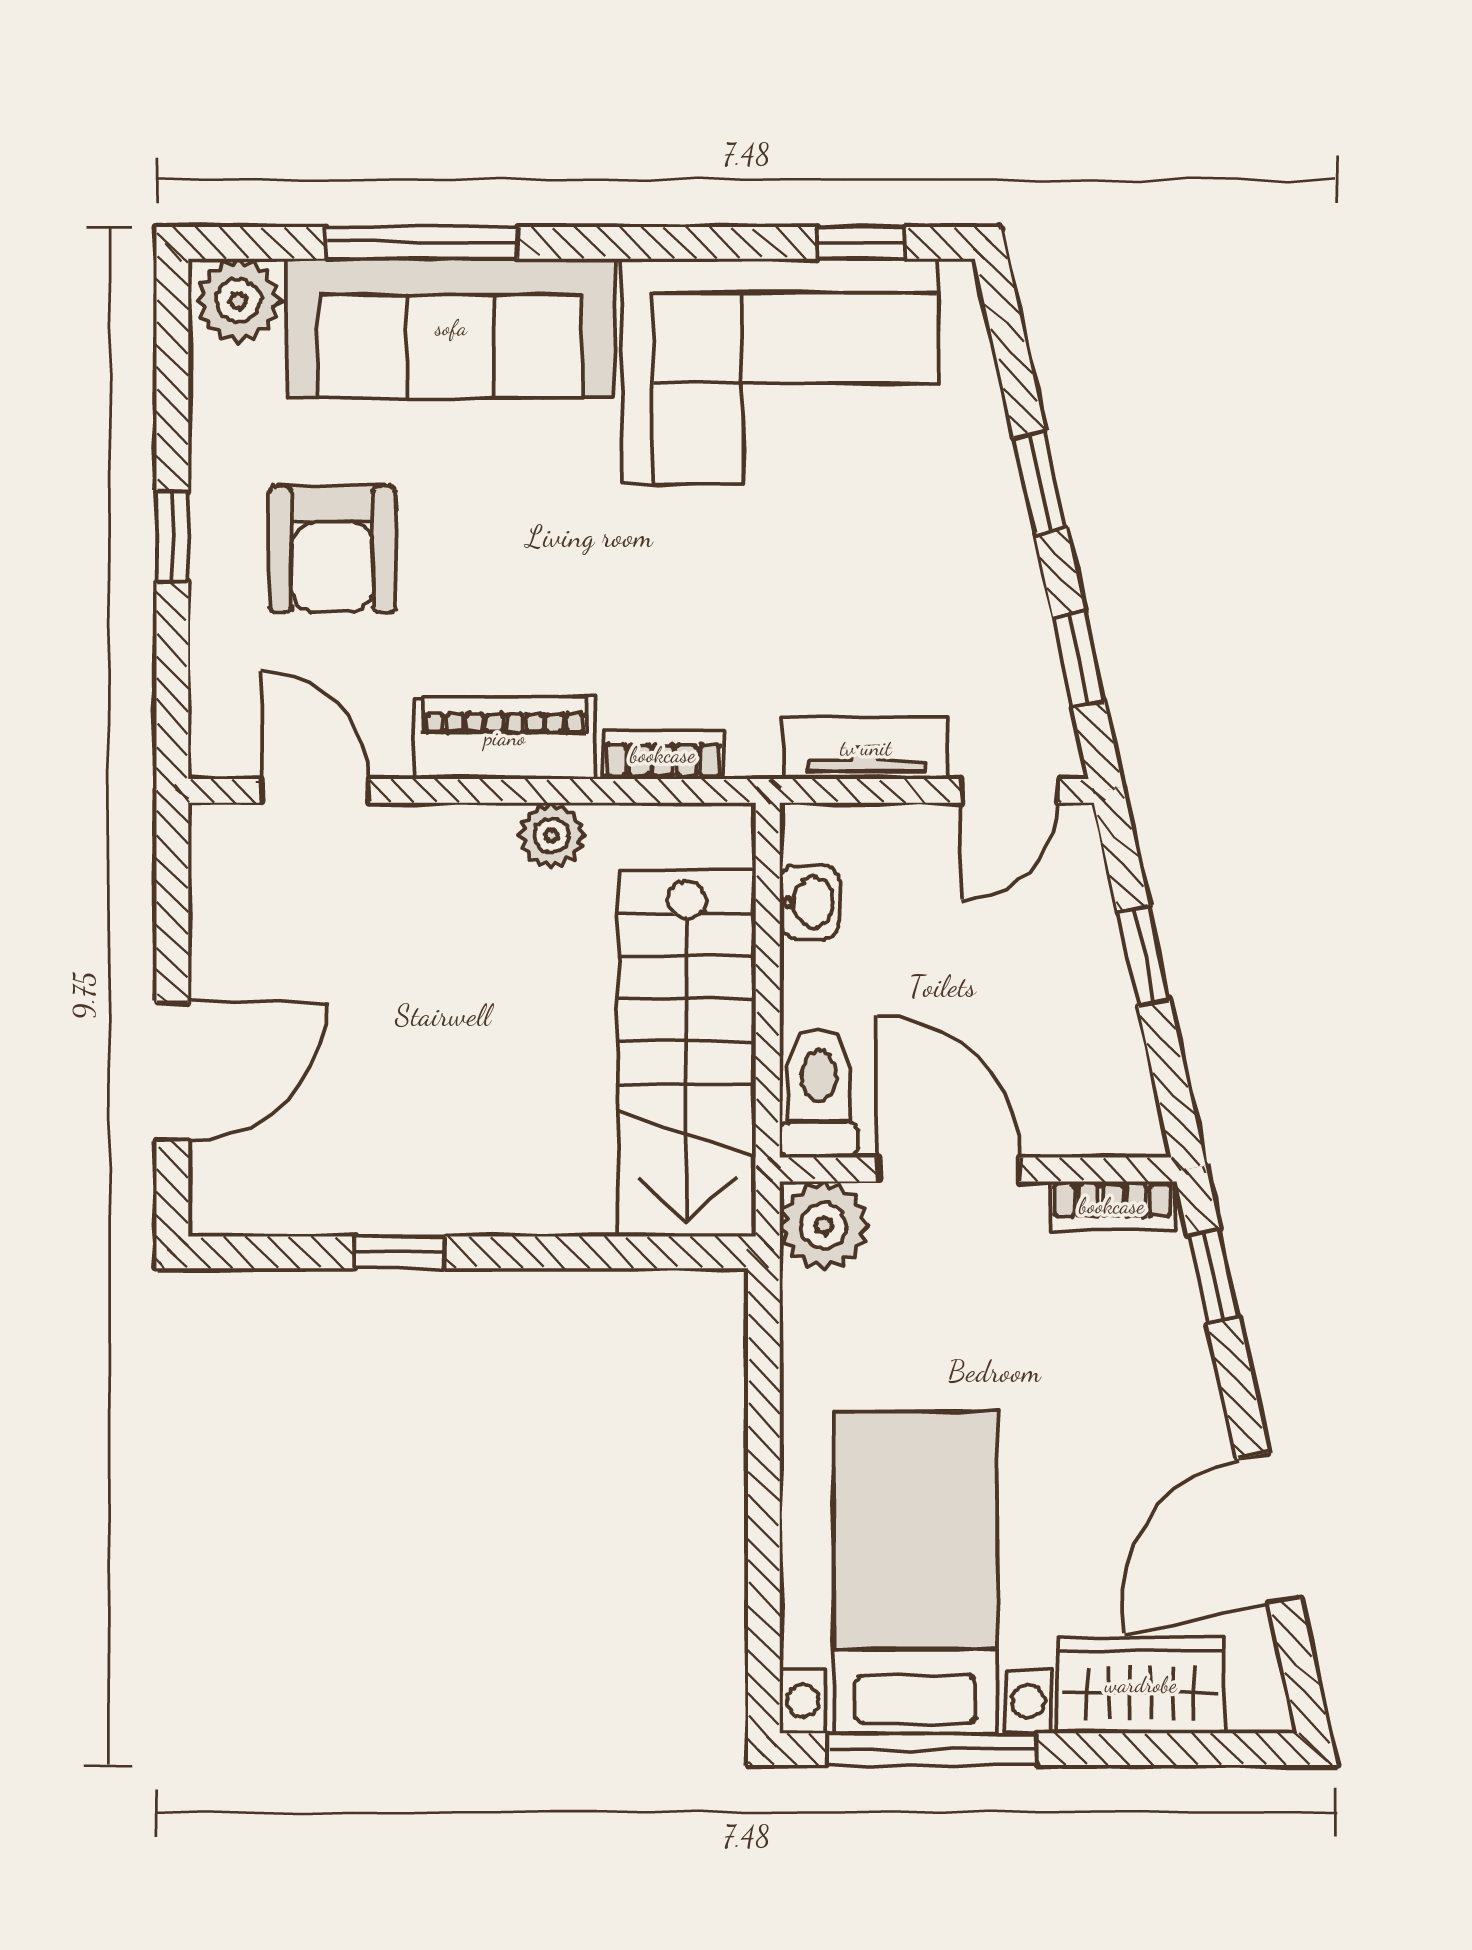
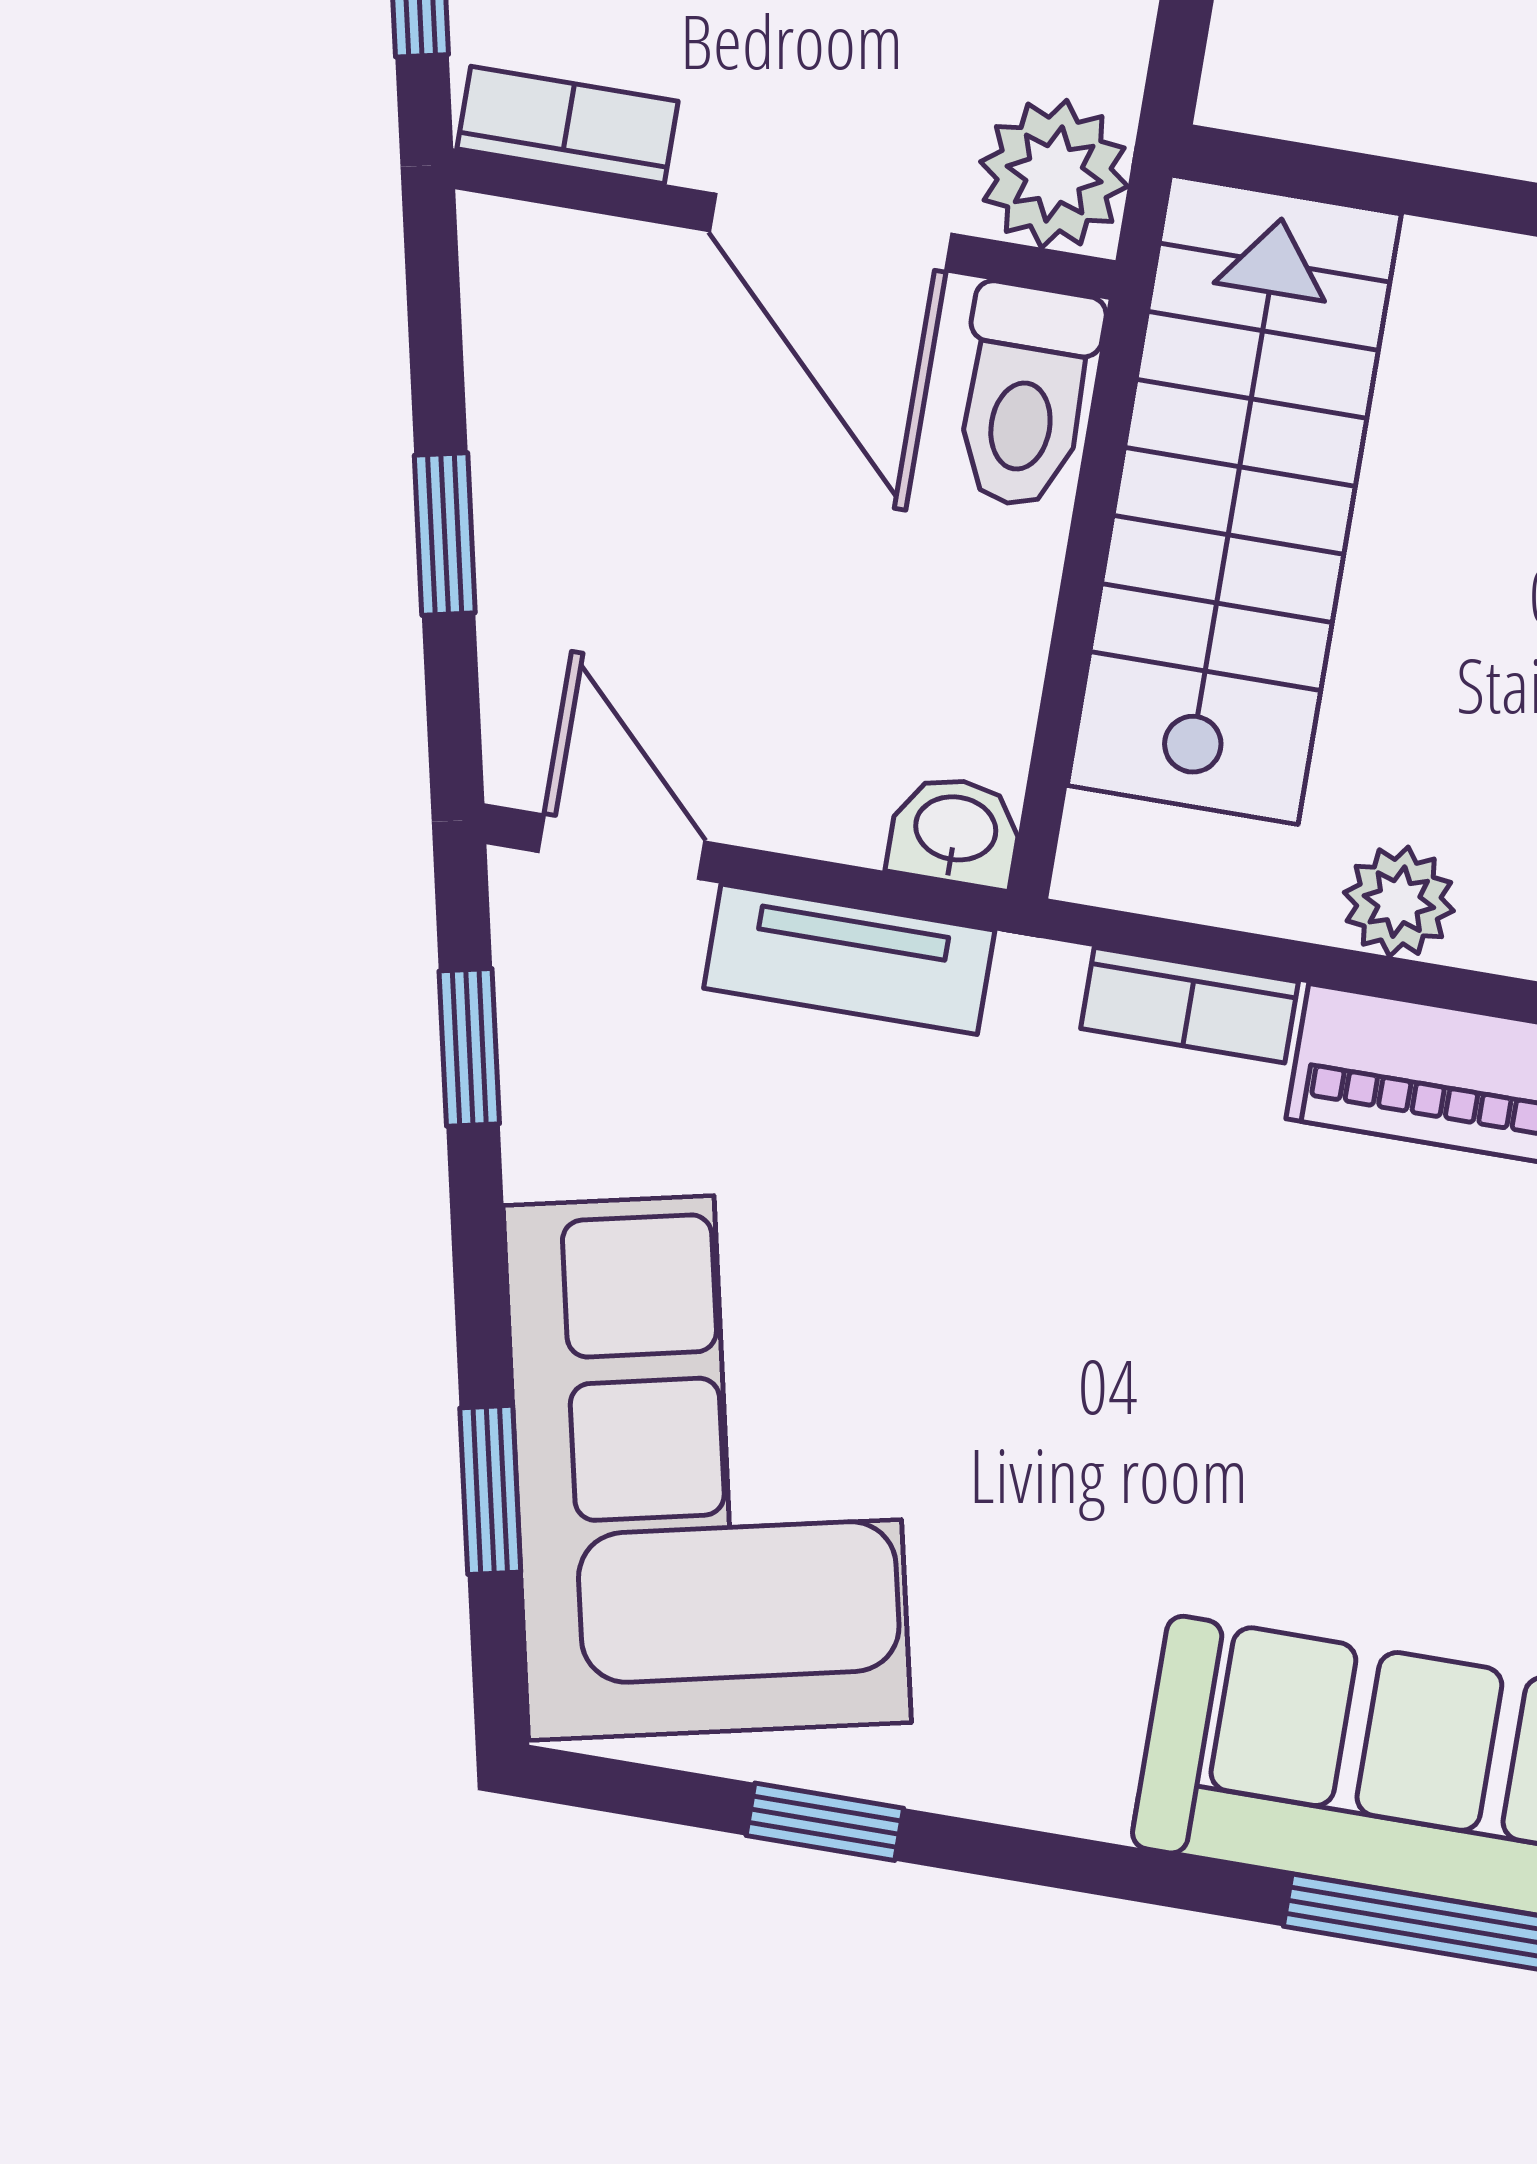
window: (861, 243) -> (825, 1822), moved
corner sofa: (779, 372) -> (707, 1464), moved, turned 78
window: (1040, 483) -> (490, 1490), moved
door: (1010, 791) -> (622, 847), hinge flipped
washbasin: (810, 902) -> (955, 831), moved, turned 90

